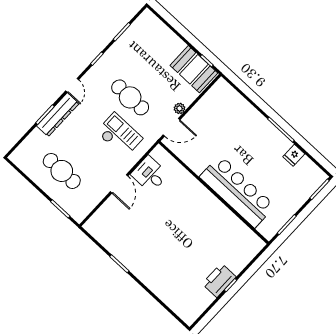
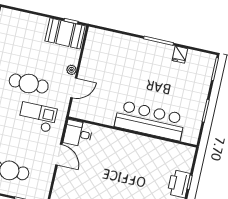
bar counter: (237, 191) -> (150, 121), moved
wall: (214, 193) -> (132, 132), moved

